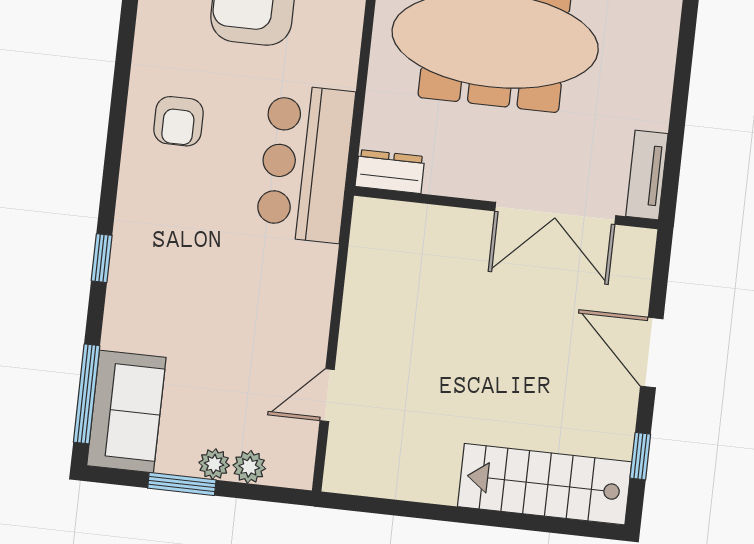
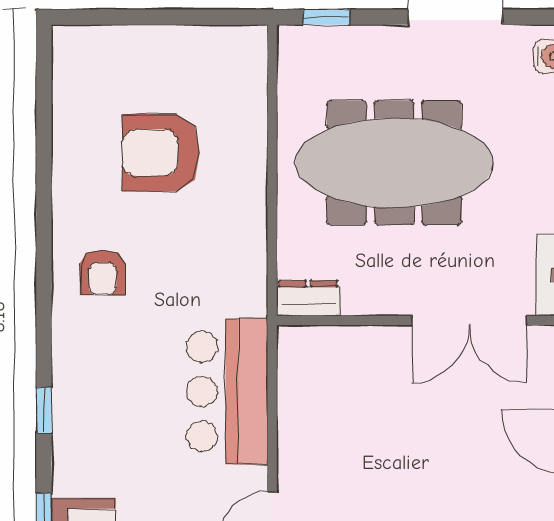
bar counter: (305, 163) -> (227, 392), moved

